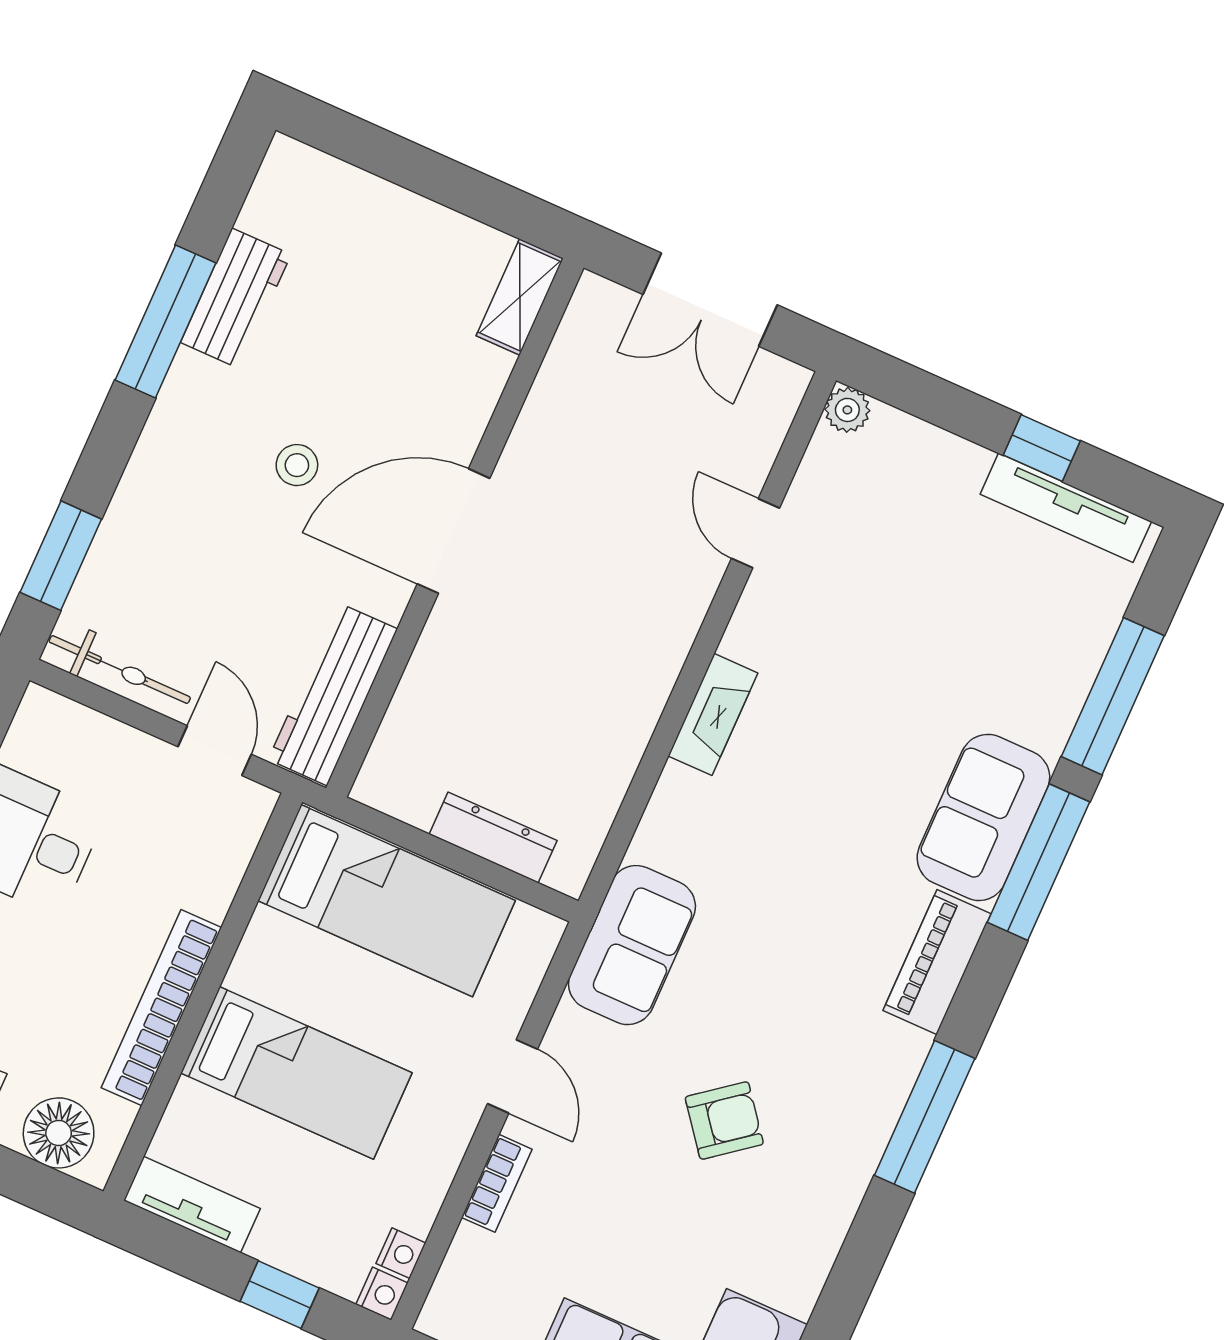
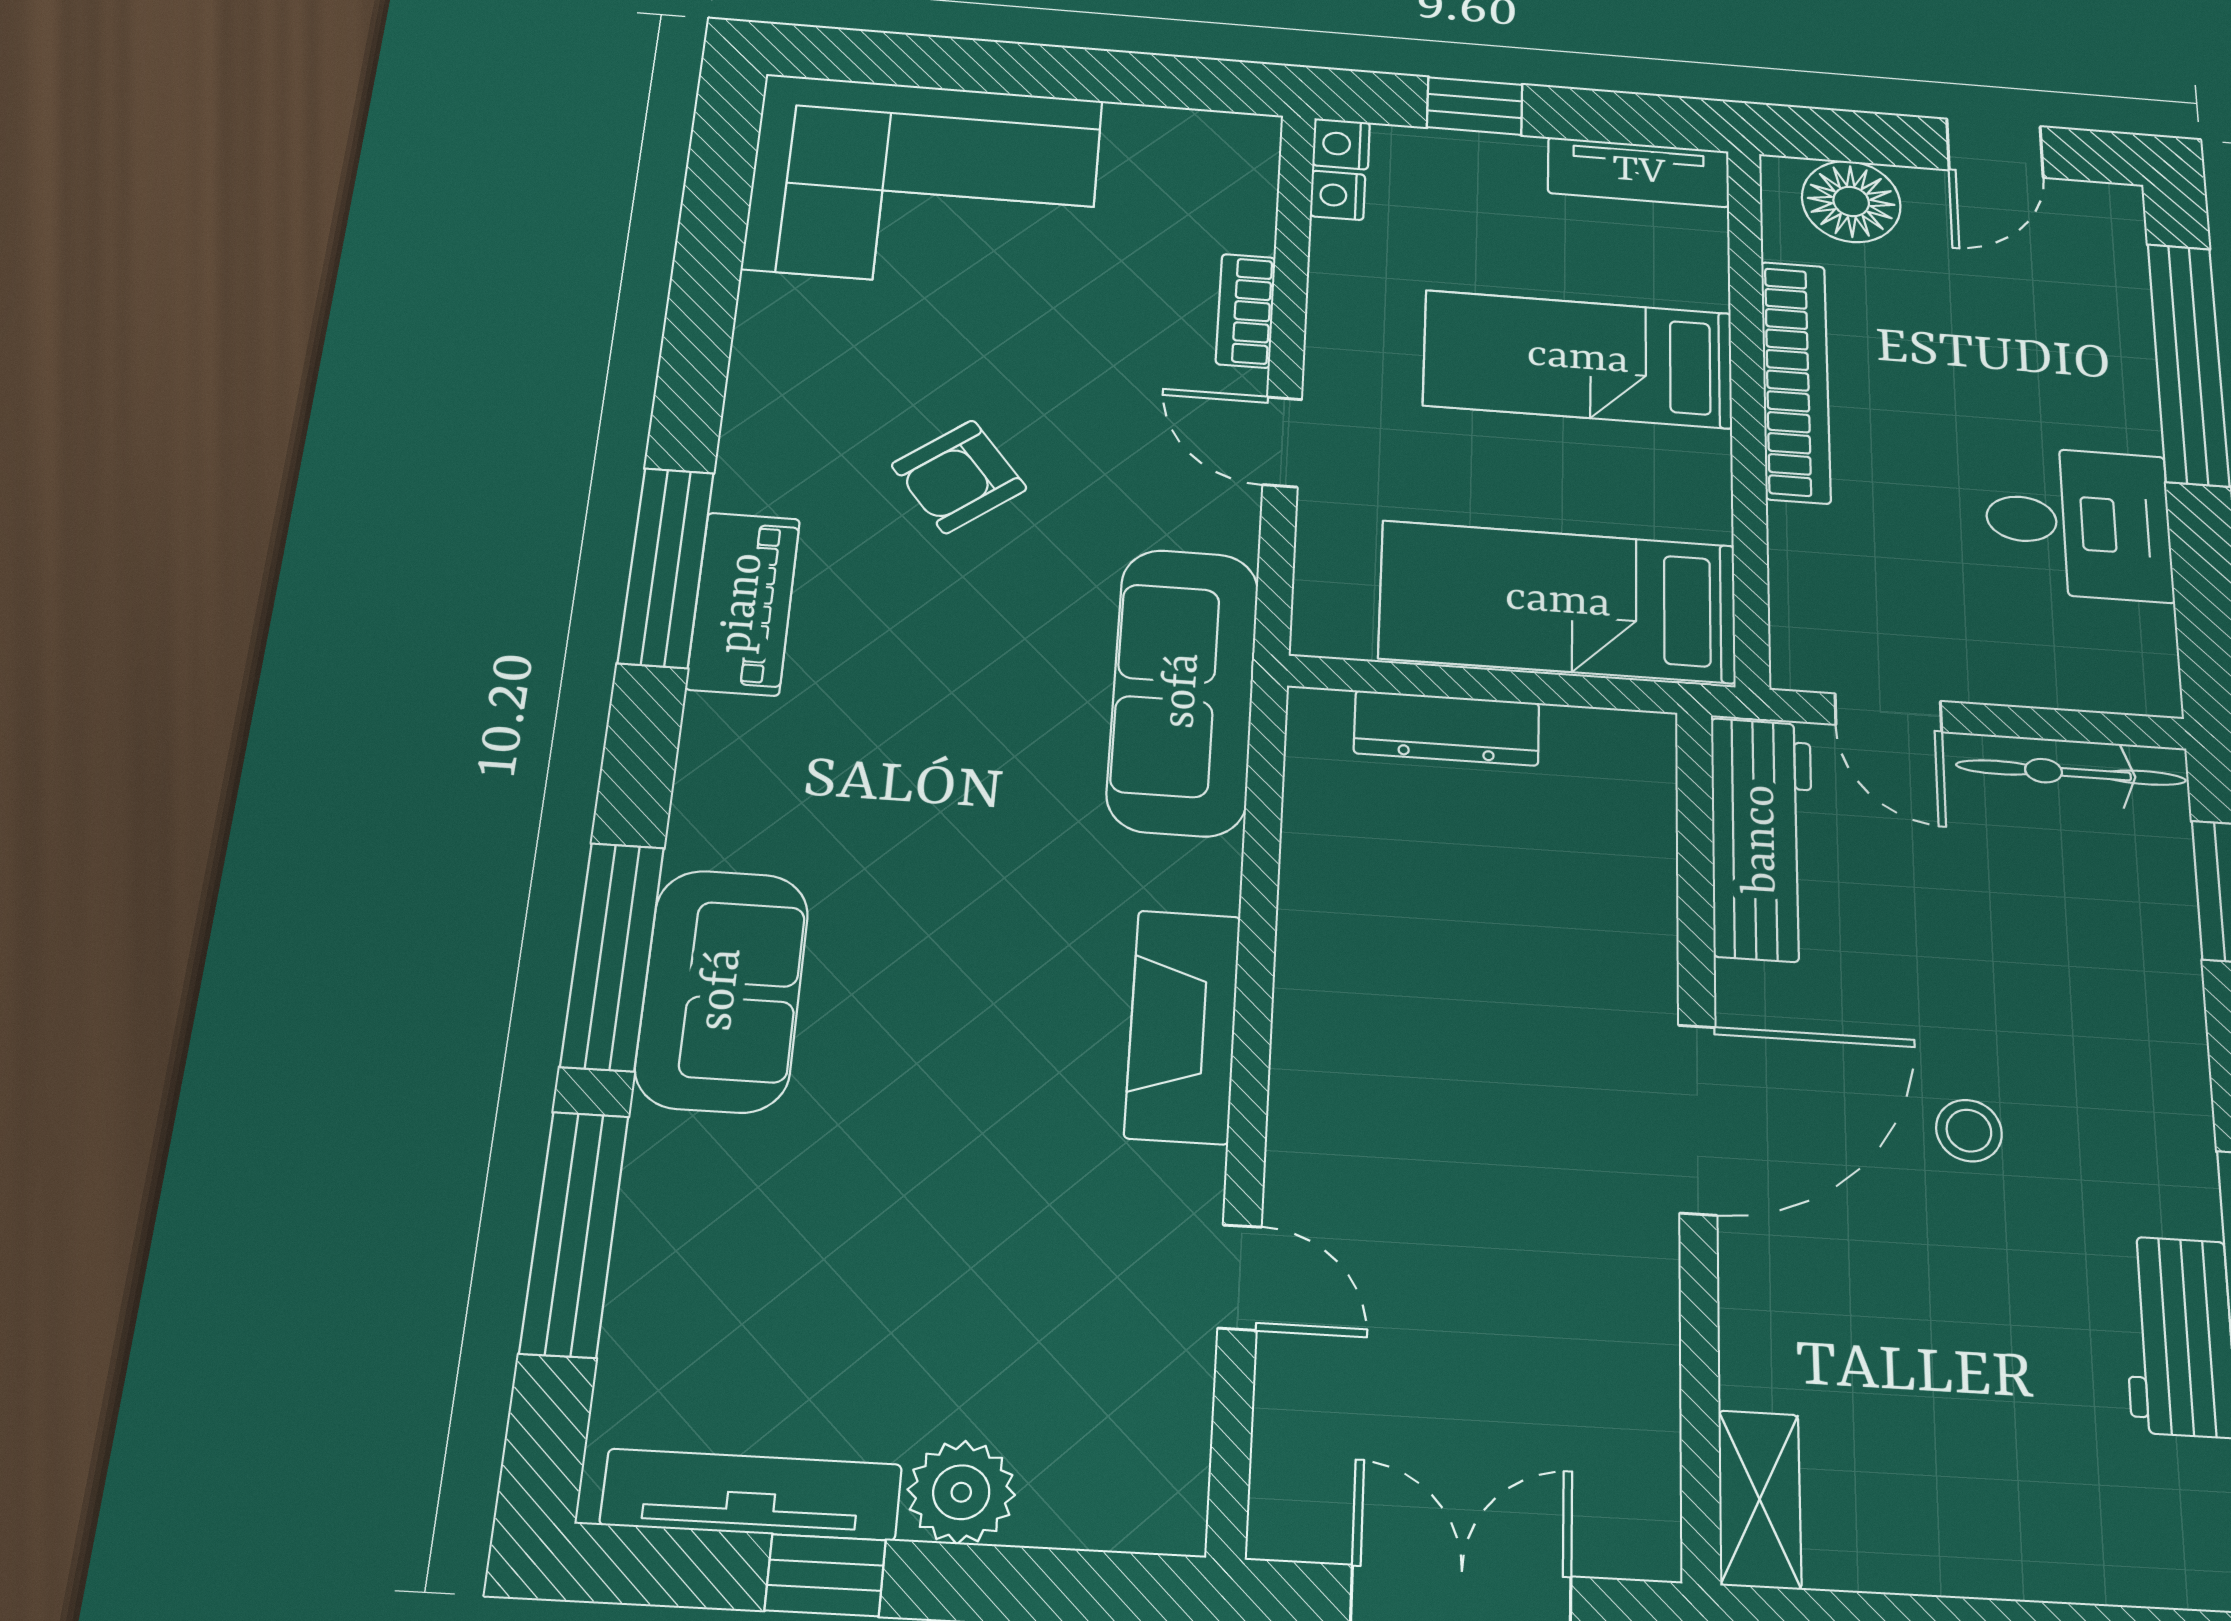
plant: (847, 410) -> (961, 1492), moved, width x1.38, depth x1.38
fireplace: (713, 714) -> (1183, 1026), width x1.37, depth x1.32
sofa: (632, 945) -> (1183, 691), width x1.36
piano: (937, 962) -> (743, 603), moved

